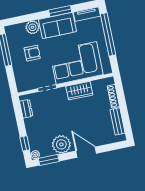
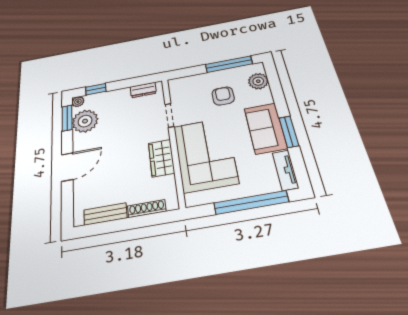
plant: (32, 27) -> (258, 81), moved
armchair: (32, 53) -> (223, 96), turned 180
plant: (61, 144) -> (85, 121), moved

